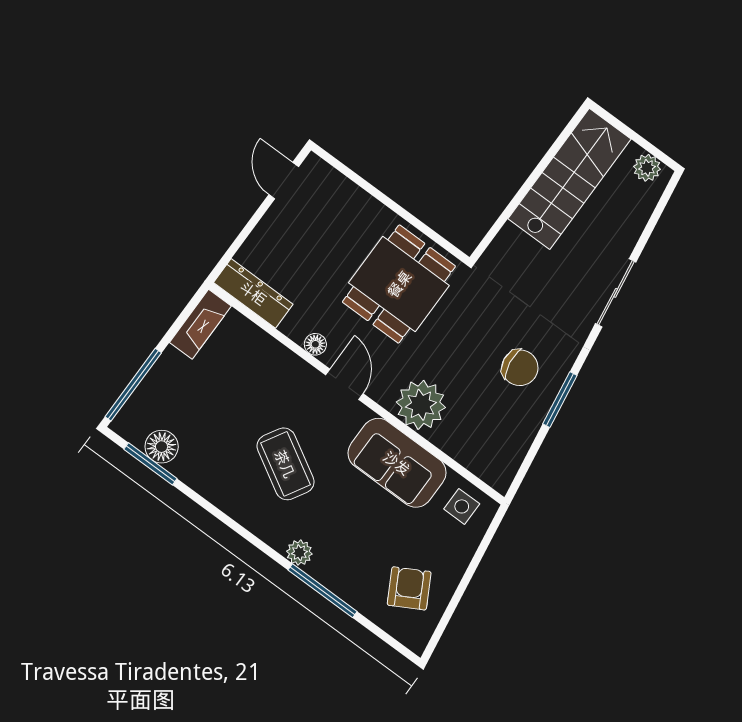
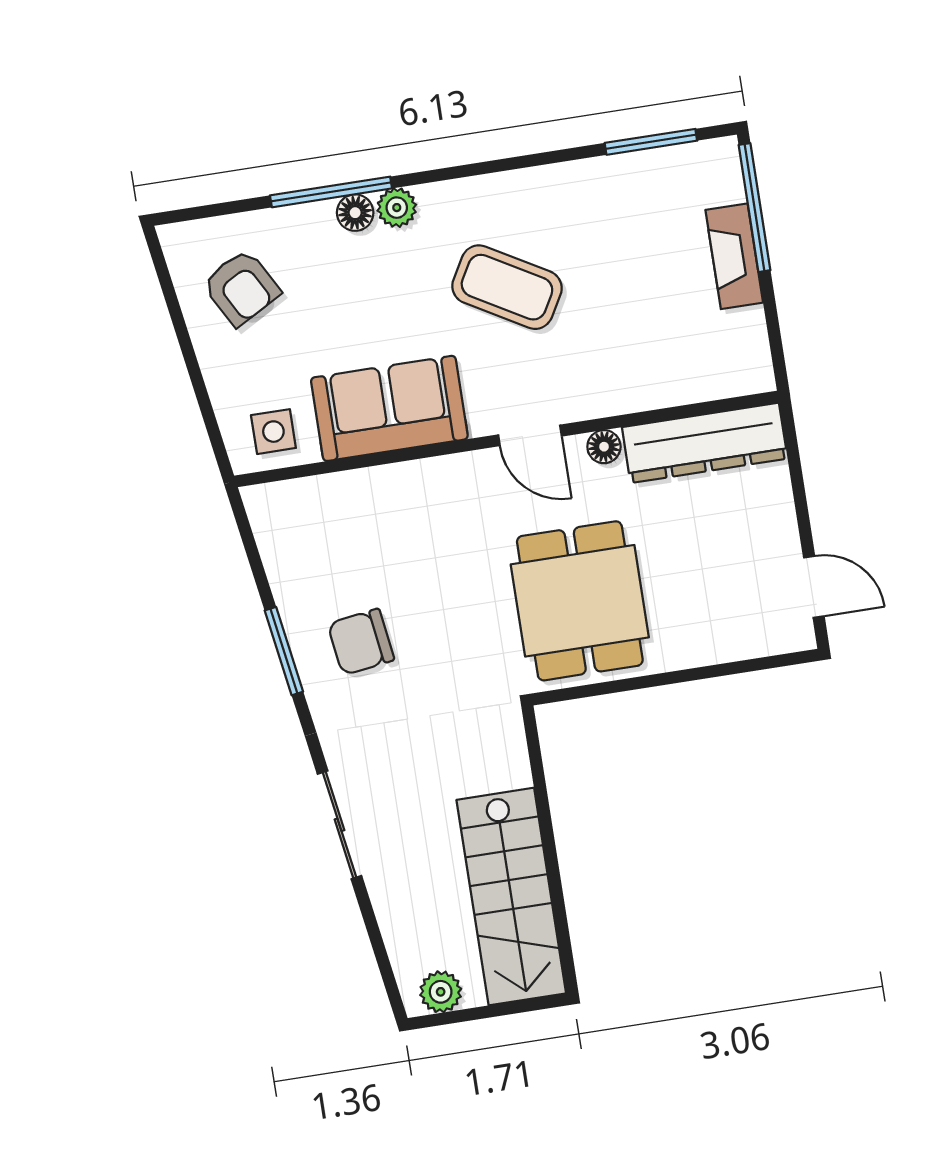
dresser: (253, 293) -> (705, 443), width x1.37, depth x1.24
fireplace: (200, 324) -> (734, 256), moved
plant: (421, 405) -> (426, 496), removed
floor lamp: (162, 447) -> (355, 213), moved, width x0.73, depth x0.73

